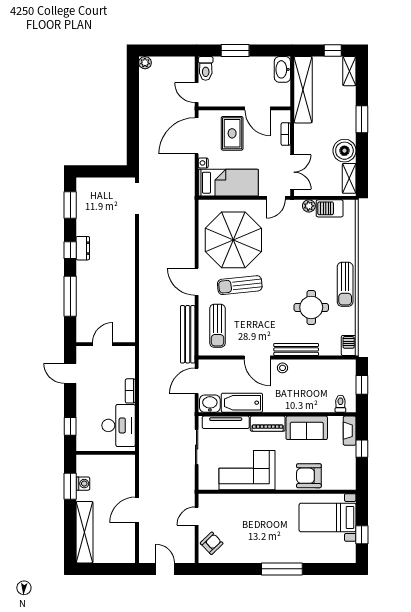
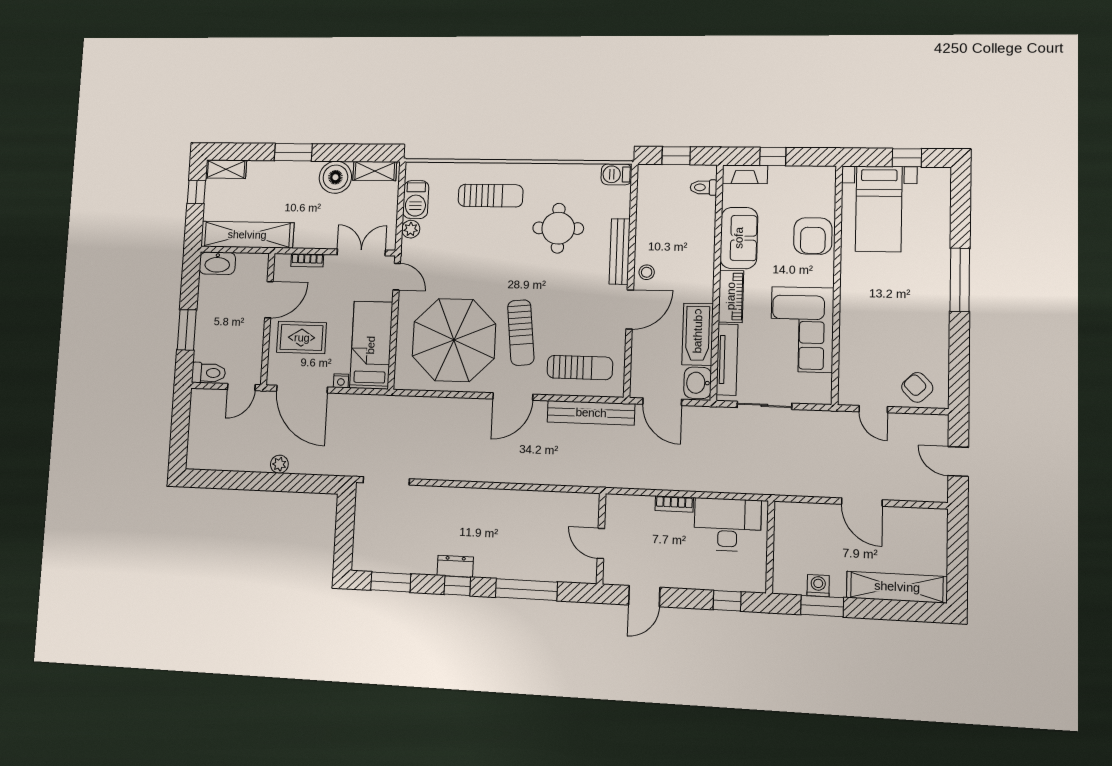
plant: (145, 63) -> (279, 464), moved
sun lounger: (345, 284) -> (491, 196), moved
door: (165, 569) -> (958, 461), hinge flipped

